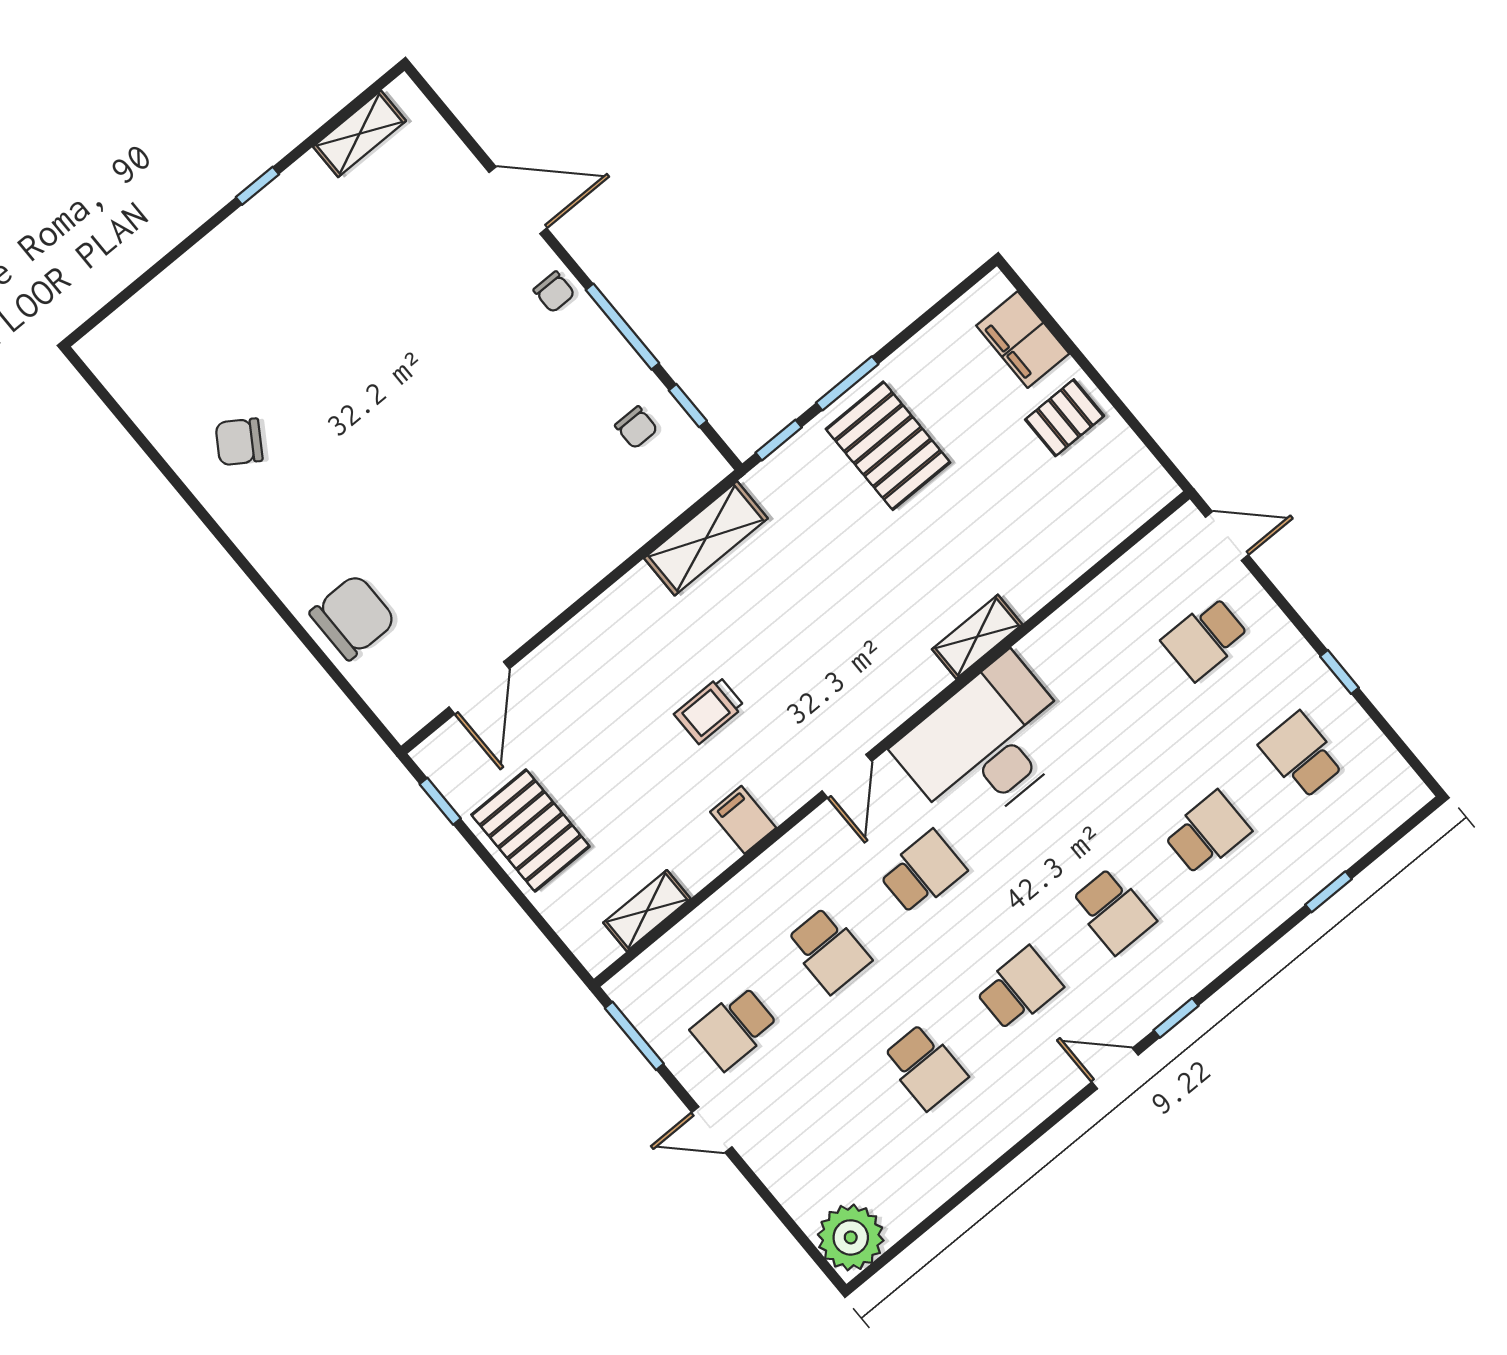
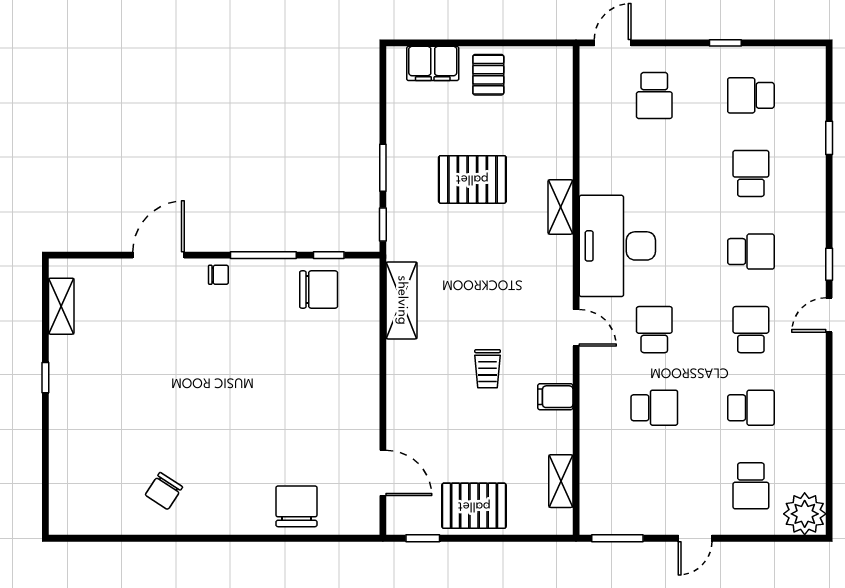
chair: (636, 427) -> (319, 290), width x1.87, depth x1.87
pallet: (888, 446) -> (472, 179), moved
school desk: (734, 1028) -> (751, 486), moved

